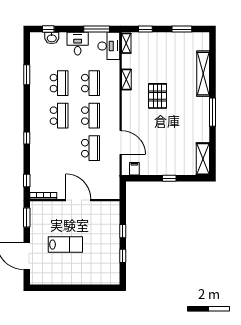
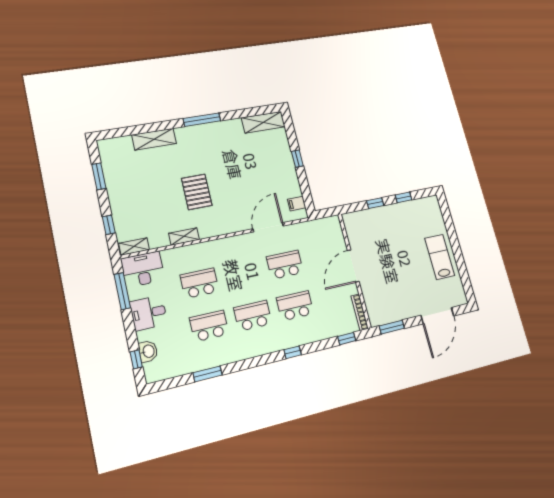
shelving: (203, 74) -> (154, 139), width x0.68
pallet: (158, 96) -> (197, 192), turned 90
school desk: (90, 116) -> (295, 306), moved
lab bench: (65, 245) -> (440, 257), moved

